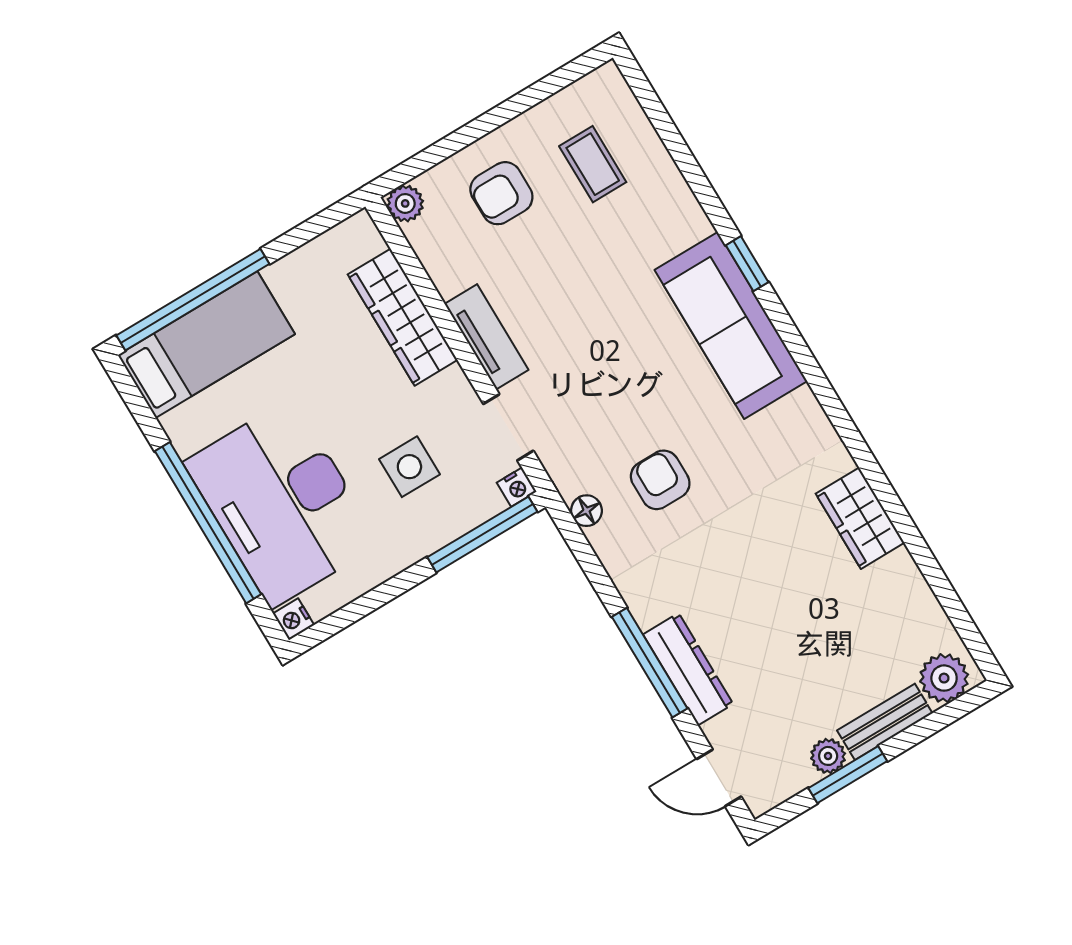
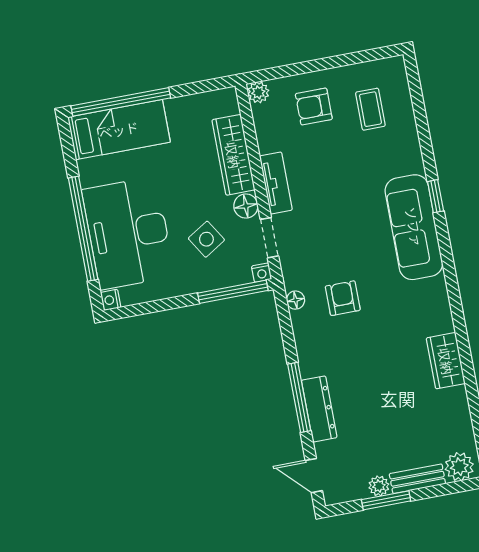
floor lamp: (452, 391) -> (246, 206), added
side table: (409, 467) -> (206, 239), turned -32

